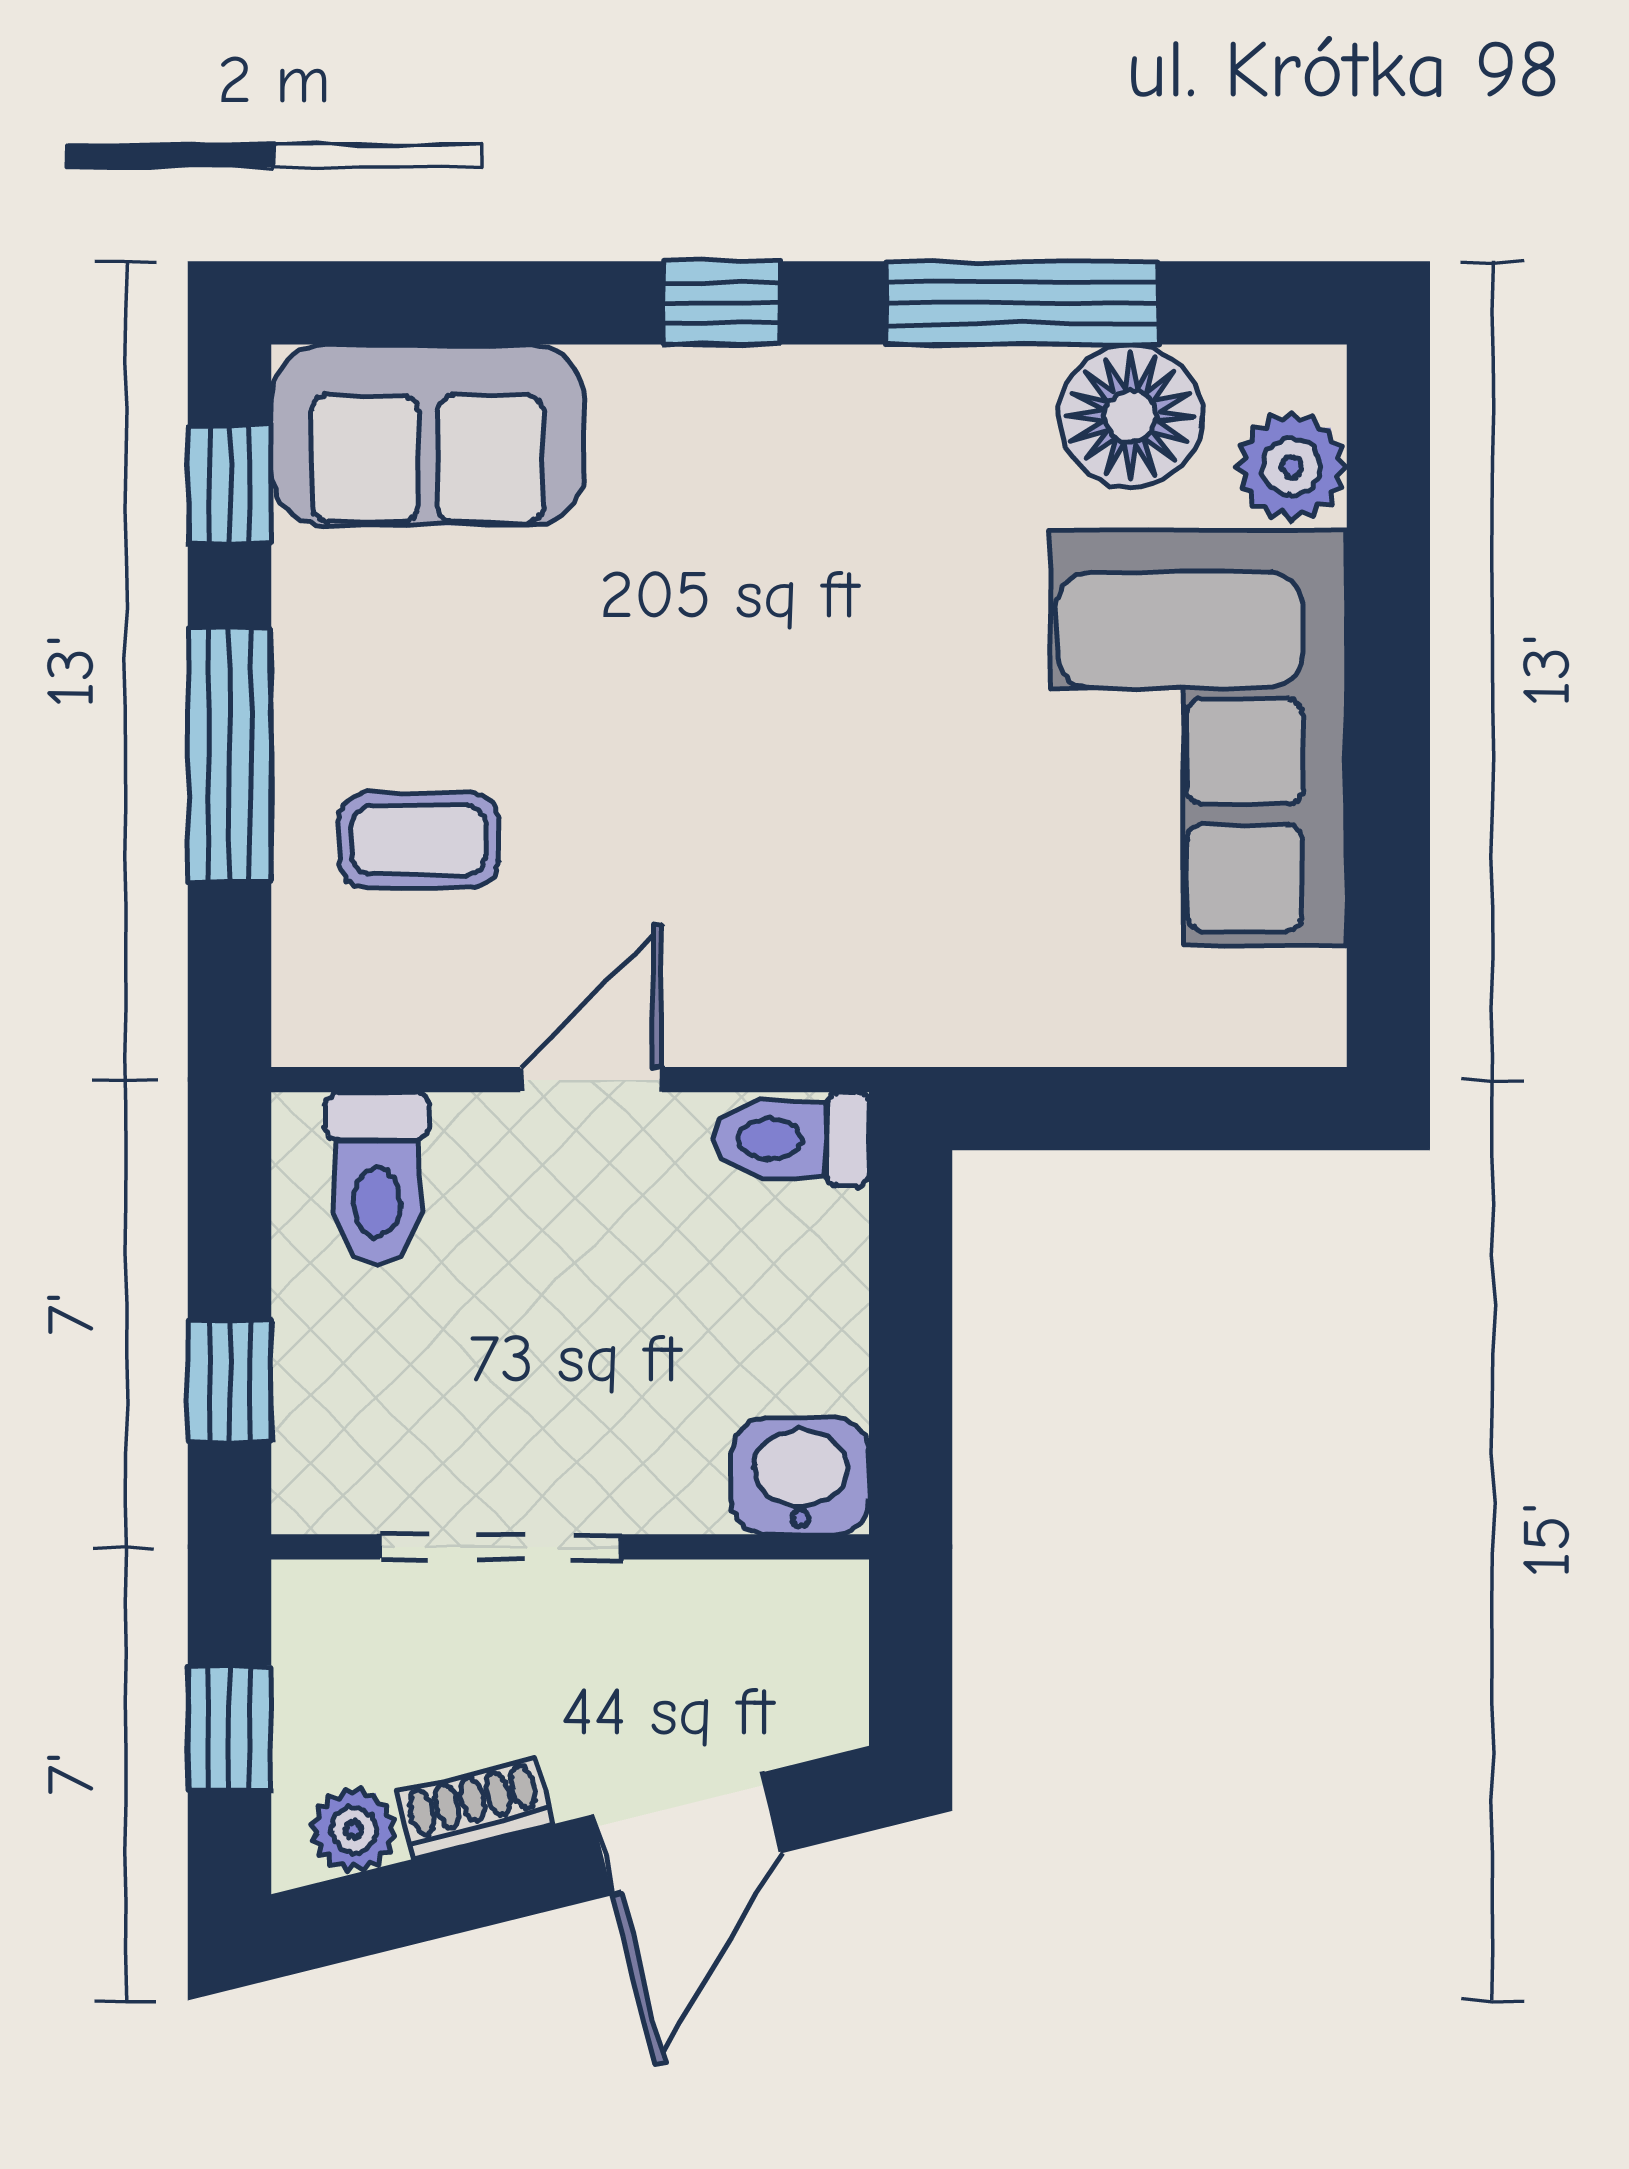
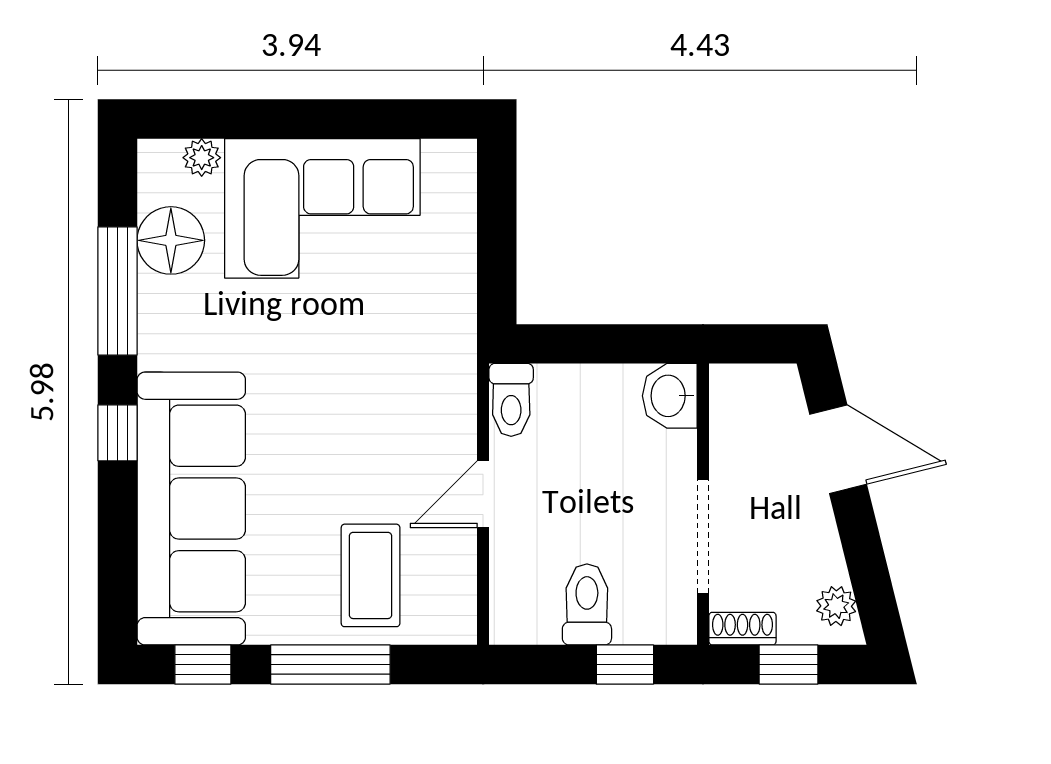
sofa: (428, 435) -> (191, 508), width x1.85, depth x1.27
plant: (1291, 467) -> (202, 158), width x0.73, depth x0.73
coffee table: (419, 840) -> (371, 575), width x1.36, depth x1.30
door: (591, 1080) -> (483, 494), hinge flipped
toilet: (377, 1178) -> (587, 604), moved, turned -90
shoe rack: (474, 1808) -> (742, 629), moved, turned 104

